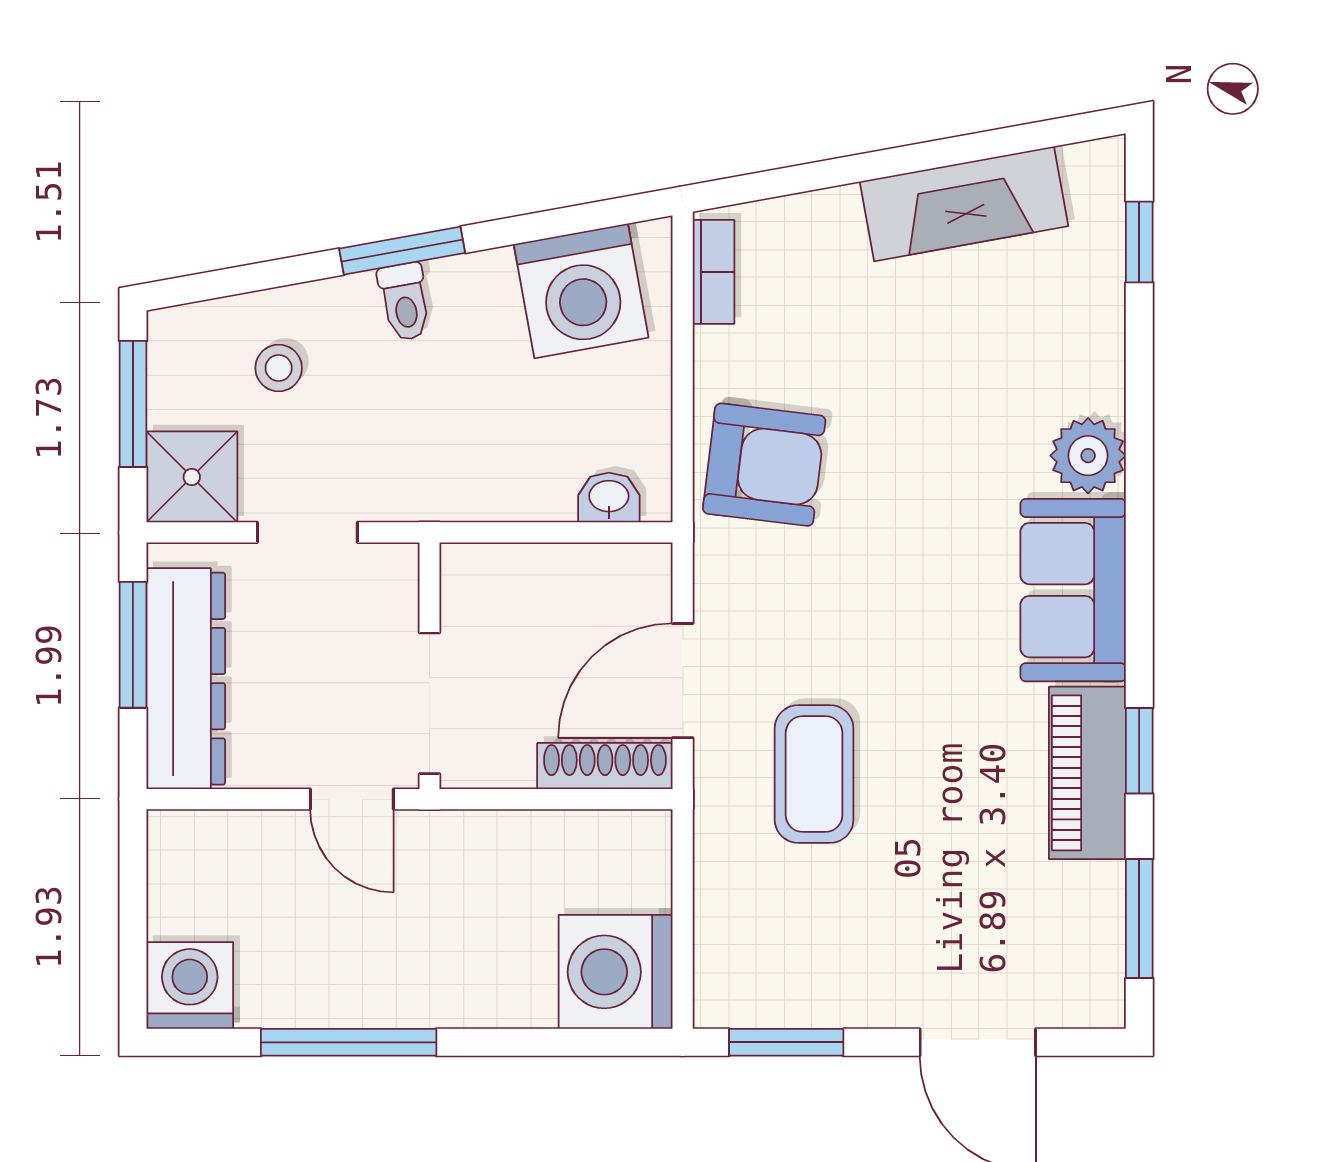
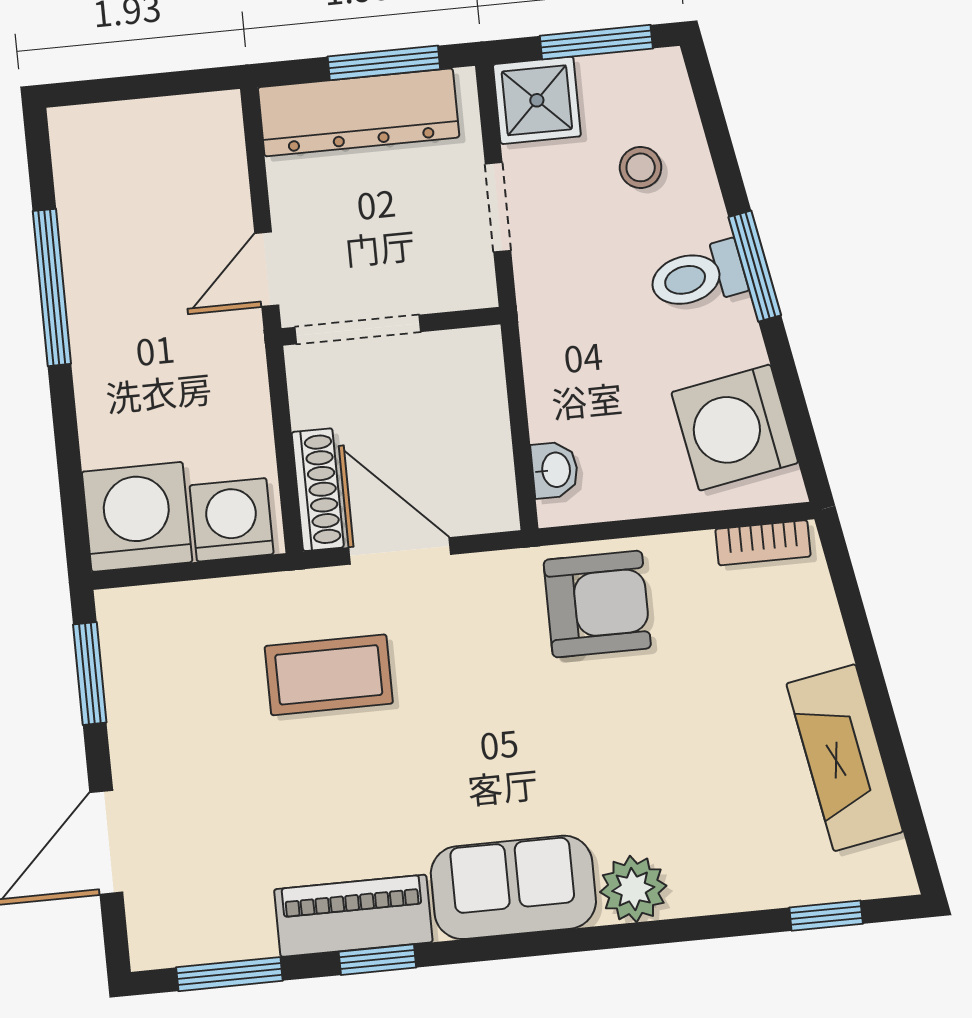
toilet: (405, 302) -> (697, 276), width x1.37, depth x1.39
armchair: (764, 465) -> (597, 604), turned -97
washing machine: (190, 985) -> (232, 520), moved, turned -90

